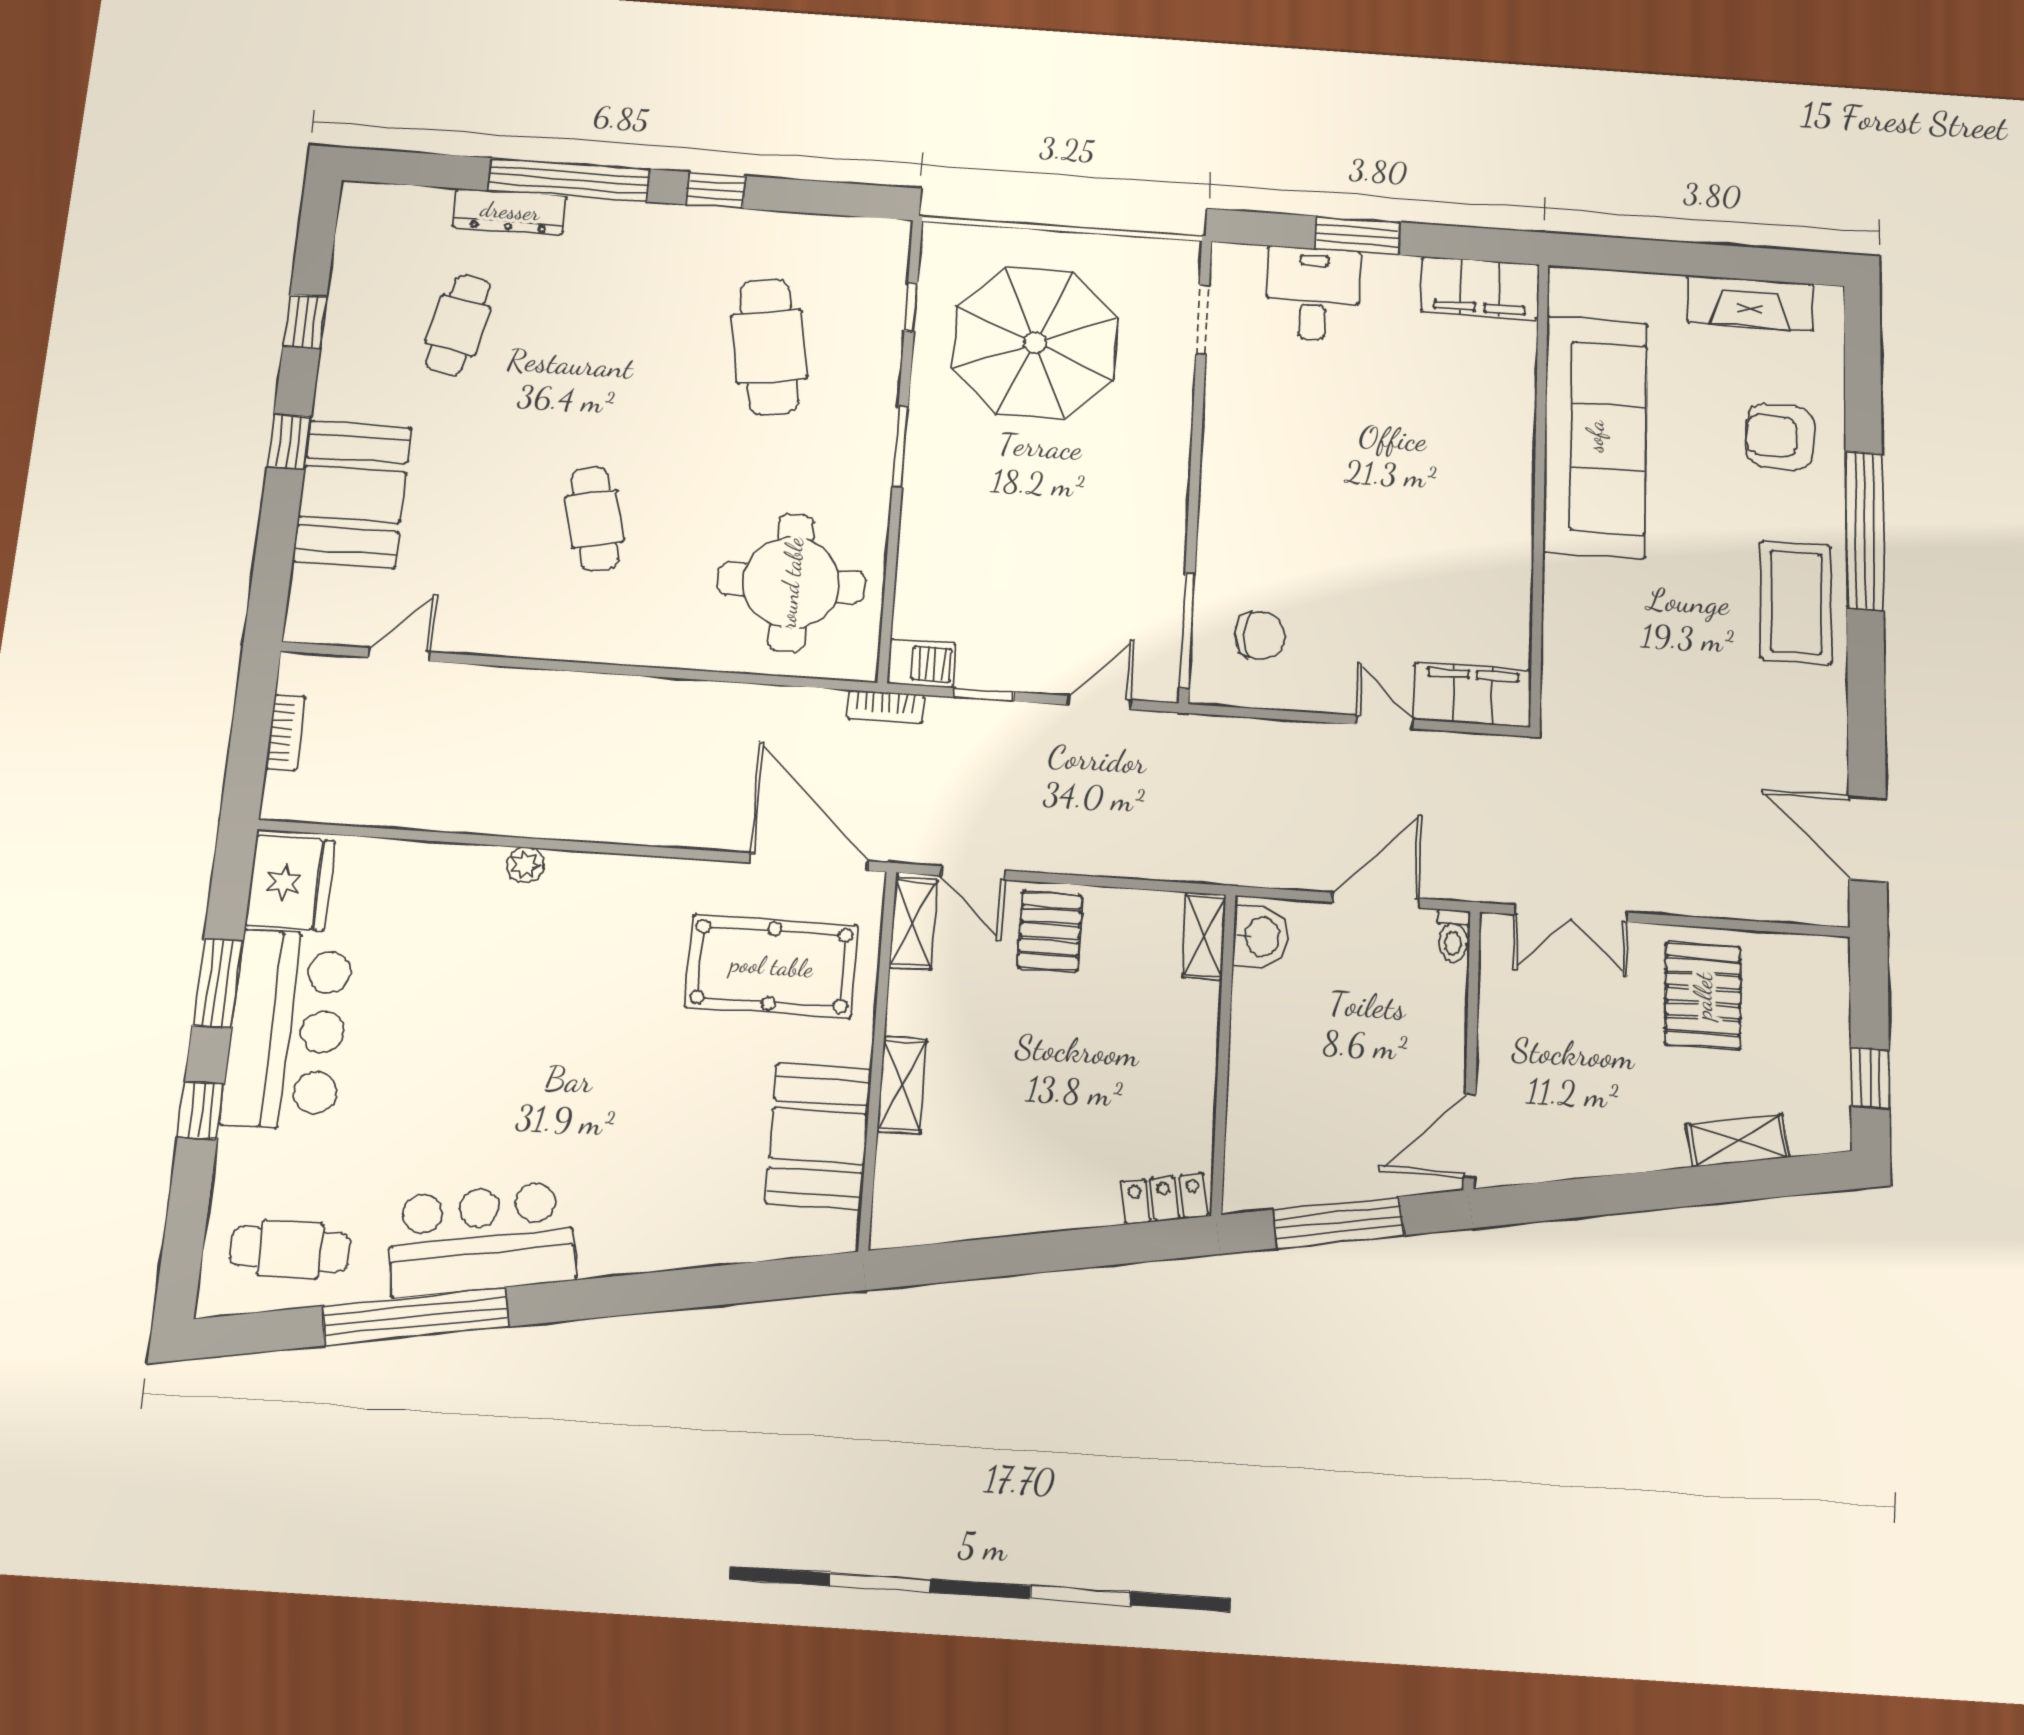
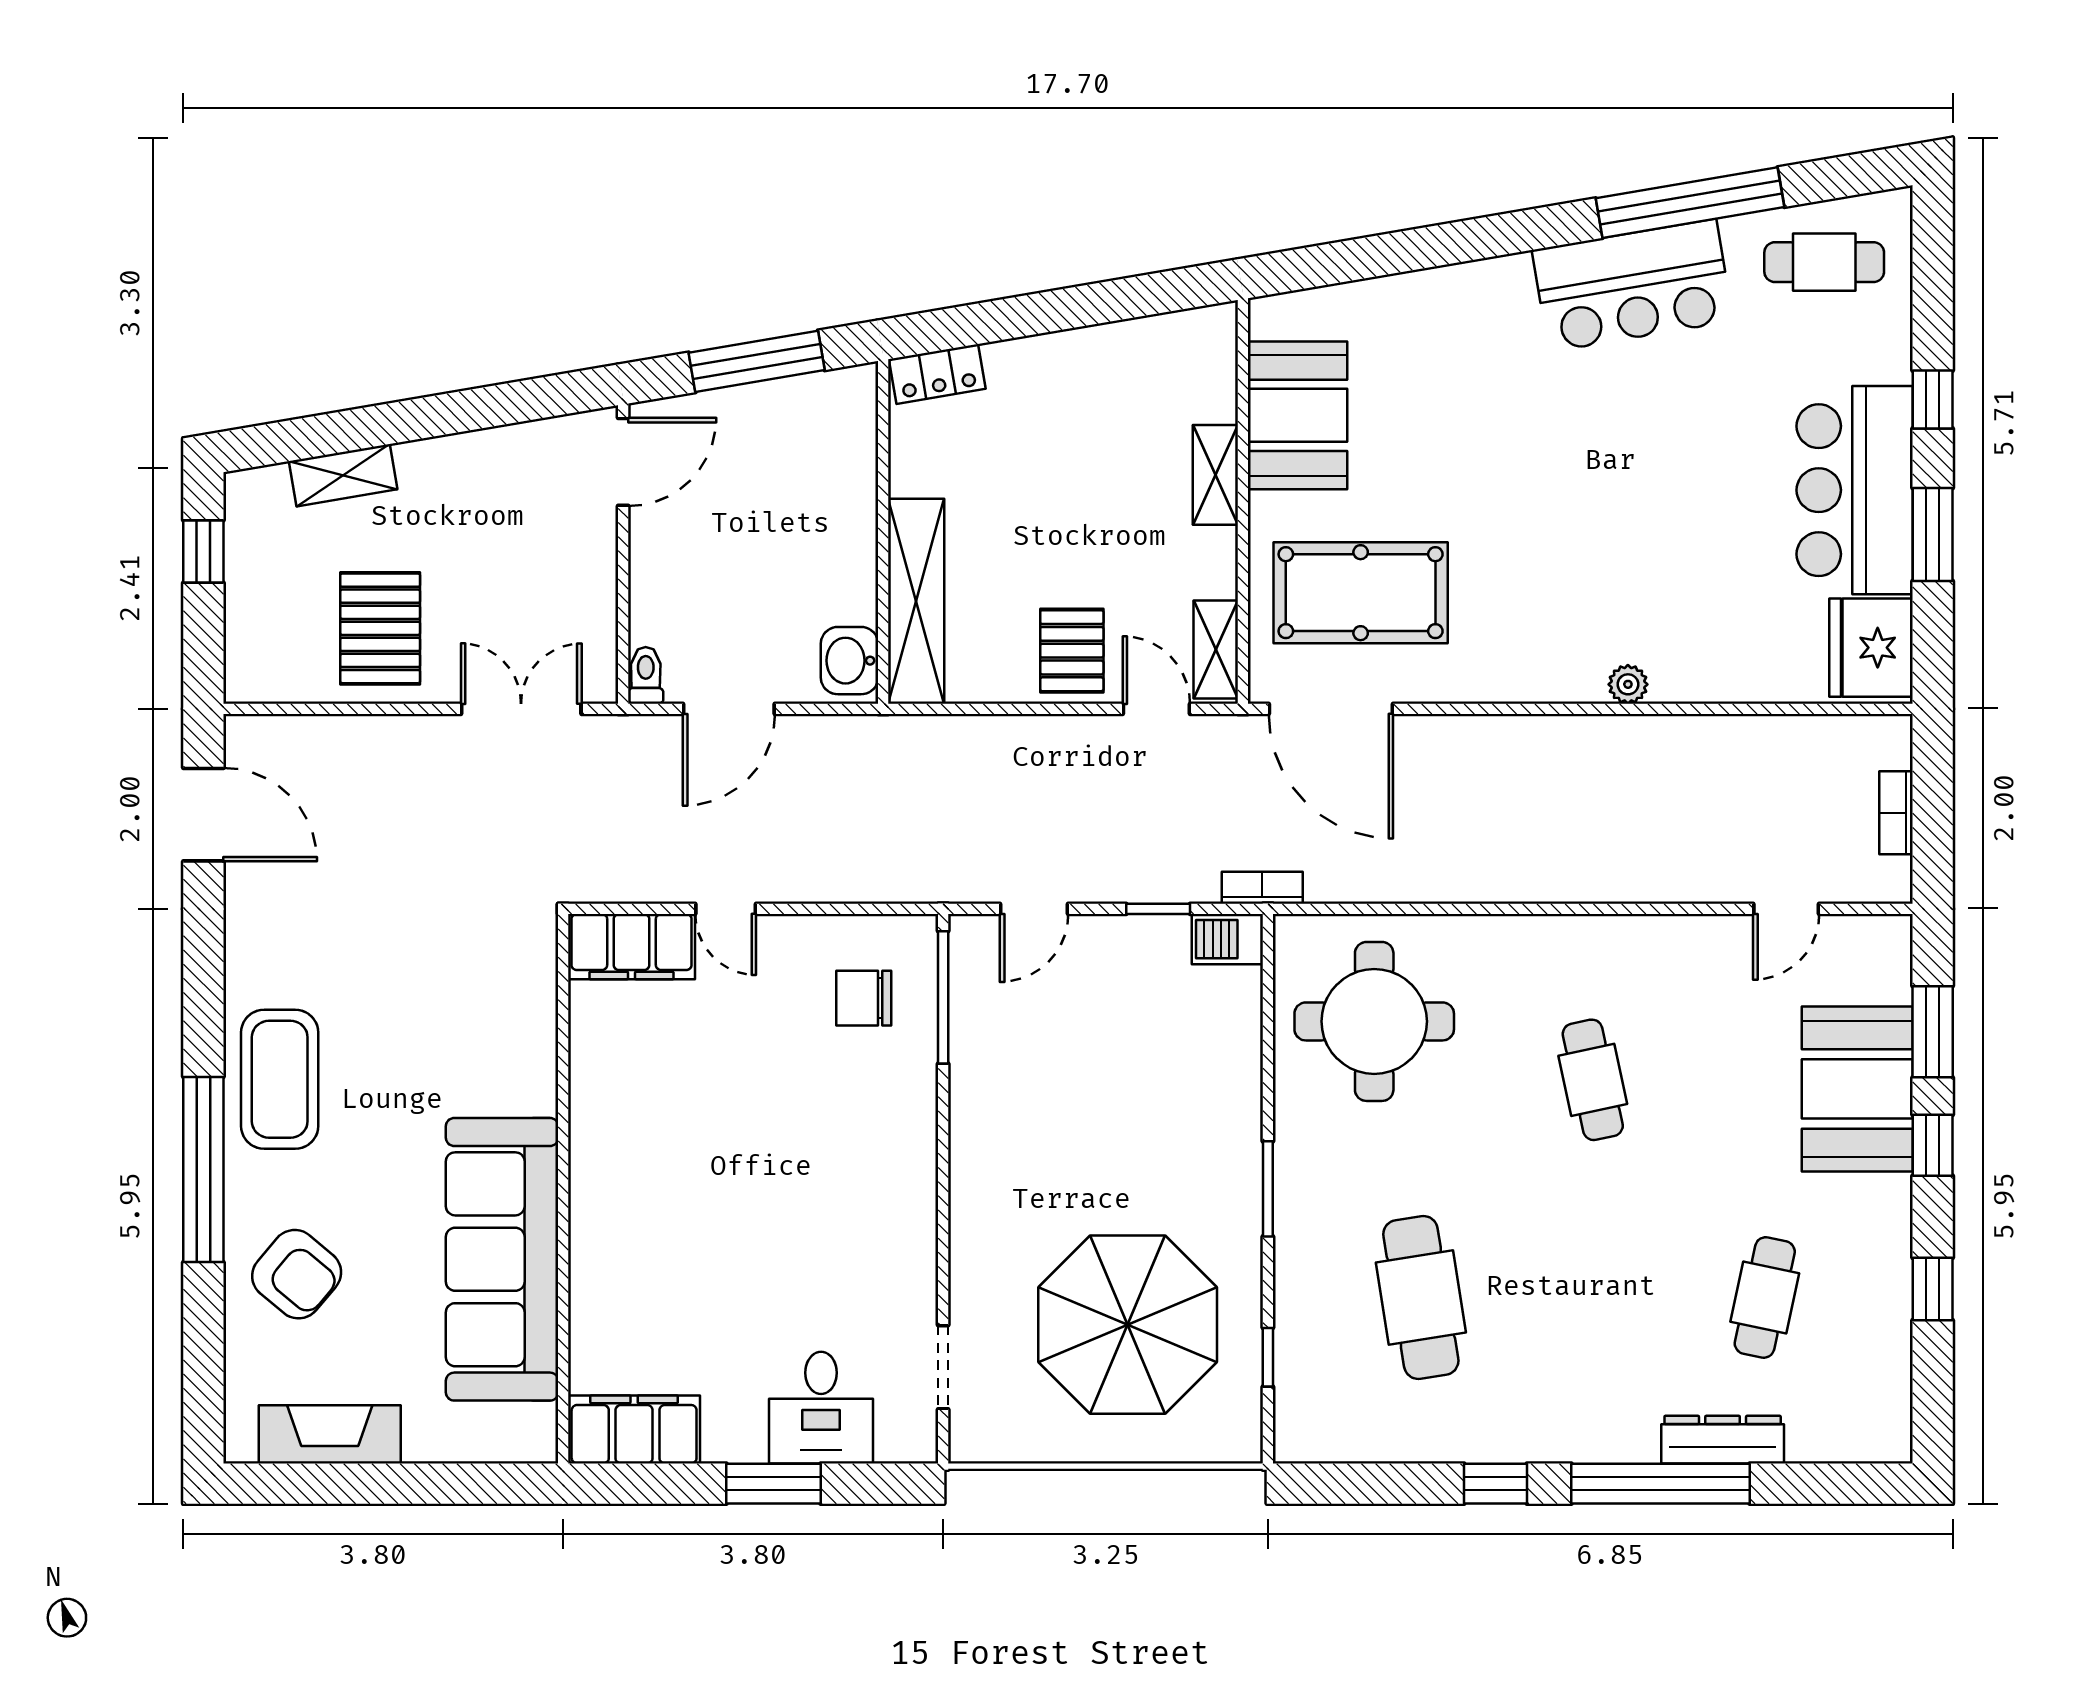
armchair: (1780, 437) -> (297, 1274), turned 38
window: (276, 538) -> (1933, 1032), added
shelving: (1204, 936) -> (916, 601), width x2.20, depth x1.33

